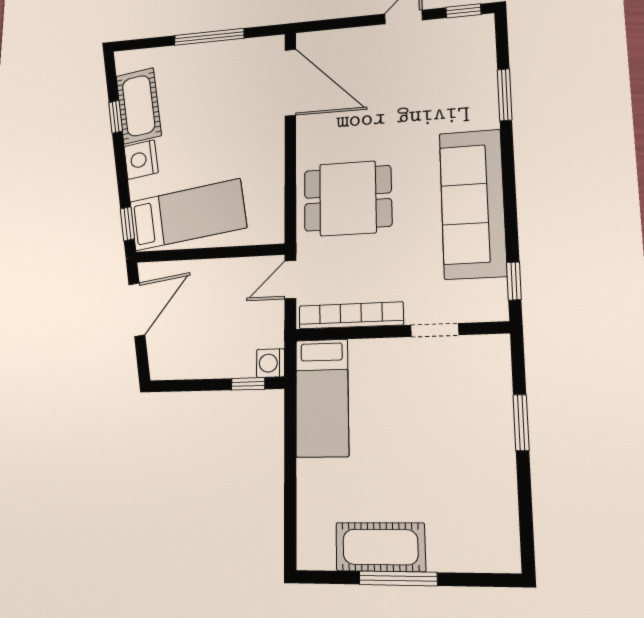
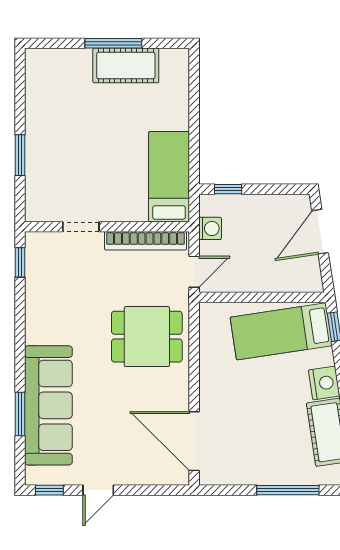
window: (209, 37) -> (288, 490), moved
sofa: (473, 204) -> (48, 405), moved
door: (137, 310) -> (320, 232), moved
washing machine: (271, 363) -> (210, 228), moved

